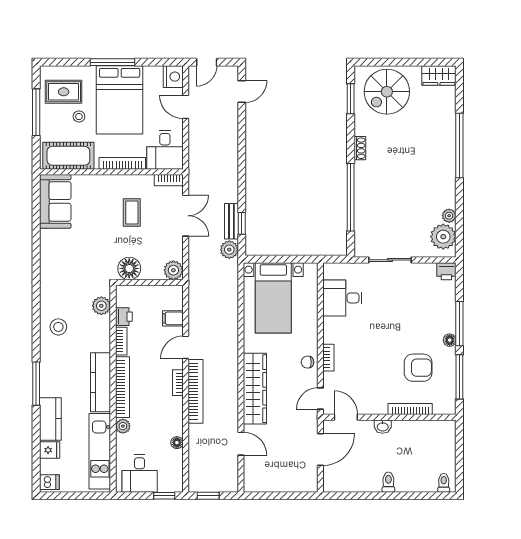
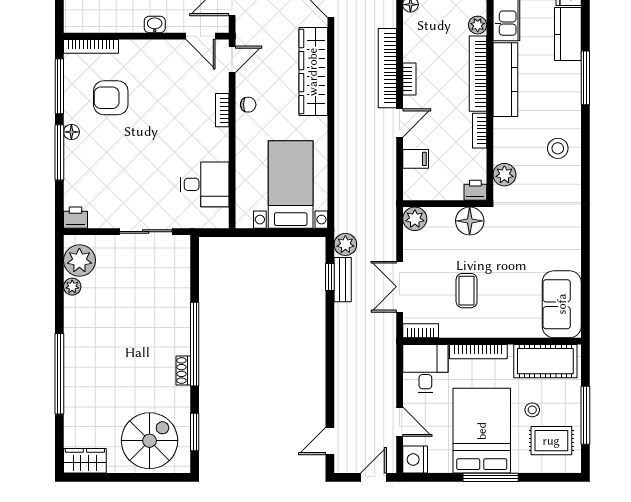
window: (351, 197) -> (195, 344), moved
printer: (124, 317) -> (475, 190), moved, turned 90
bookcase: (410, 409) -> (91, 46), moved

